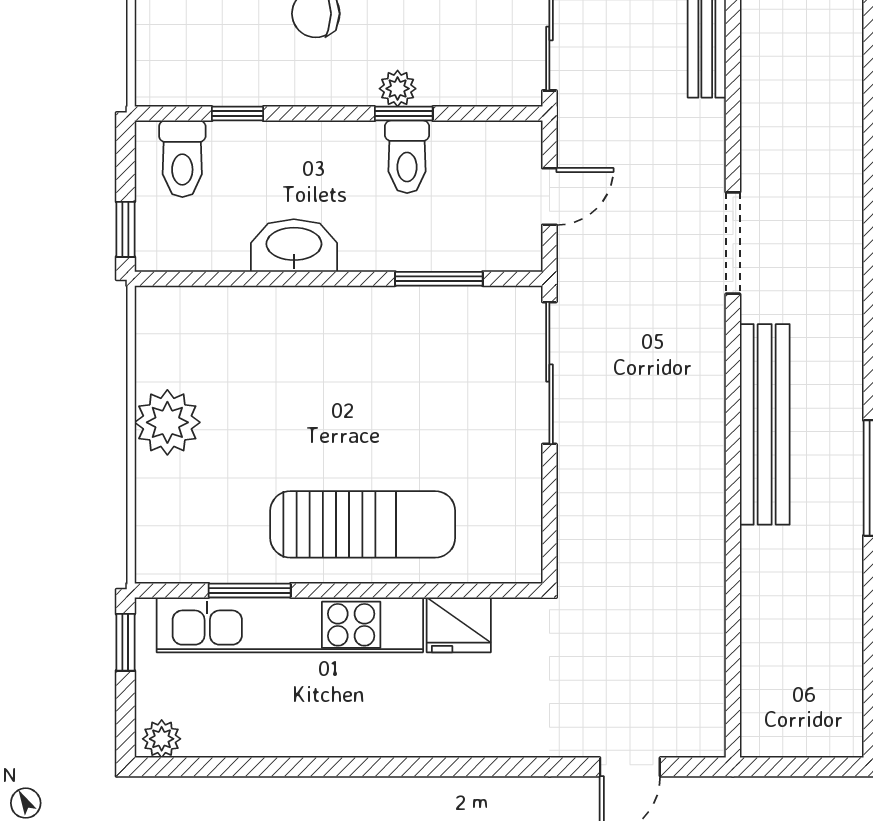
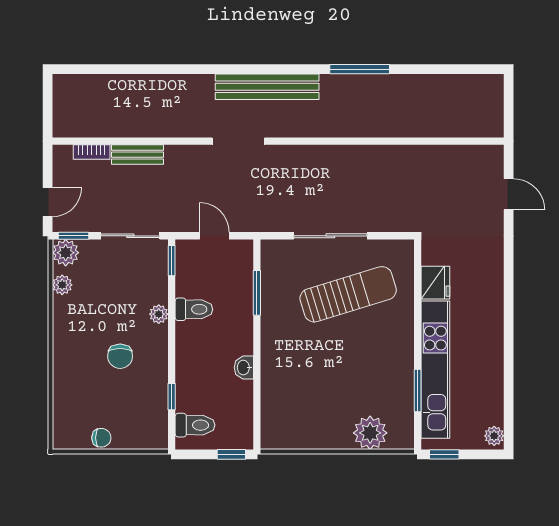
window: (404, 114) -> (172, 261), moved
washbasin: (294, 245) -> (244, 368), width x0.52, depth x0.69
sliding door: (549, 373) -> (330, 236), moved
plant: (167, 422) -> (370, 433), moved
bench: (765, 424) -> (267, 87), moved
sun lounger: (363, 524) -> (348, 294), moved, turned 73

